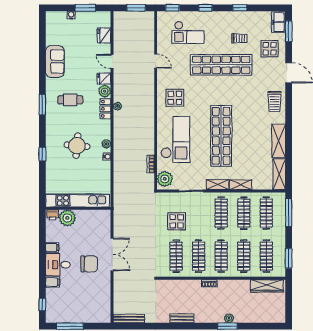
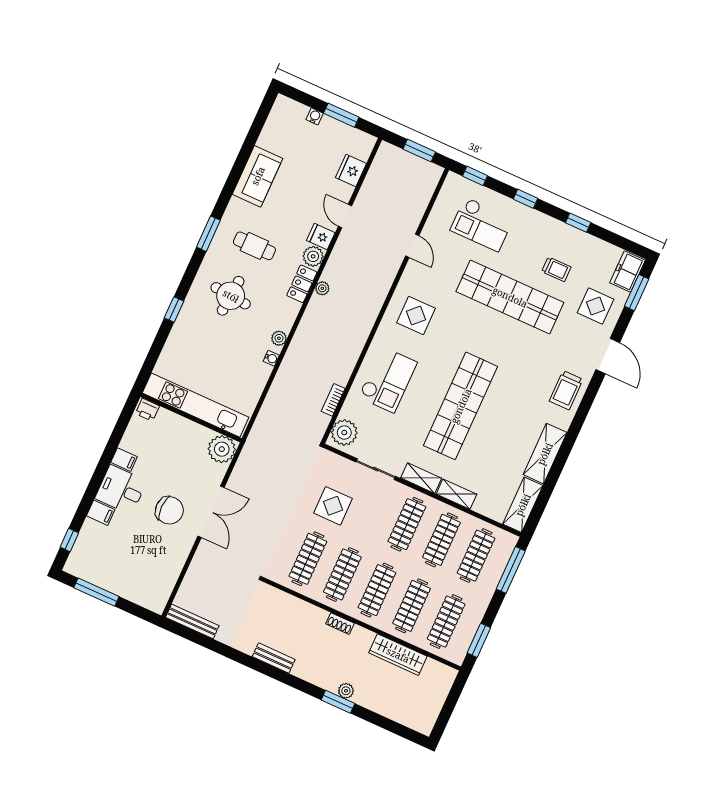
checkout: (175, 140) -> (388, 380), width x0.73, depth x0.83
round table: (77, 146) -> (231, 296), moved
plant: (67, 218) -> (222, 449), moved
wardrobe: (267, 286) -> (398, 655), moved

